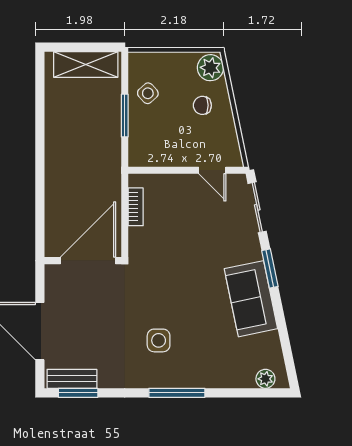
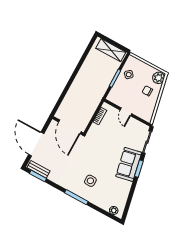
door: (212, 170) -> (126, 112), moved
door: (88, 261) -> (70, 127), swing flipped
sofa: (251, 299) -> (129, 164), moved
side table: (159, 340) -> (90, 181), moved

